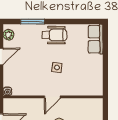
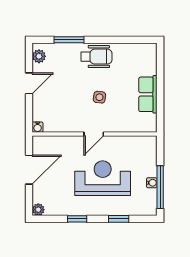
row of seats: (96, 39) -> (148, 94), moved

